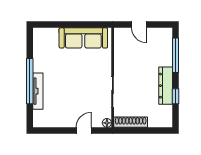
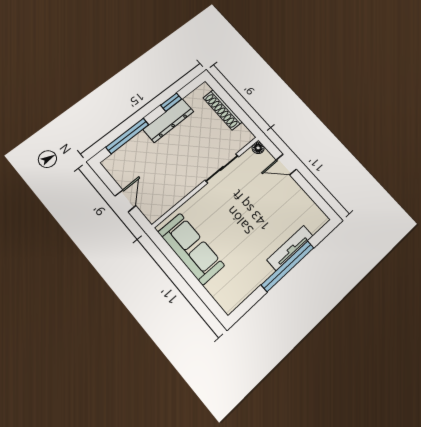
shoe rack: (131, 122) -> (223, 110), moved

